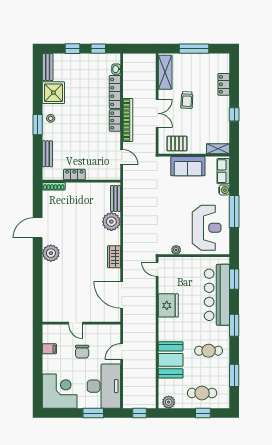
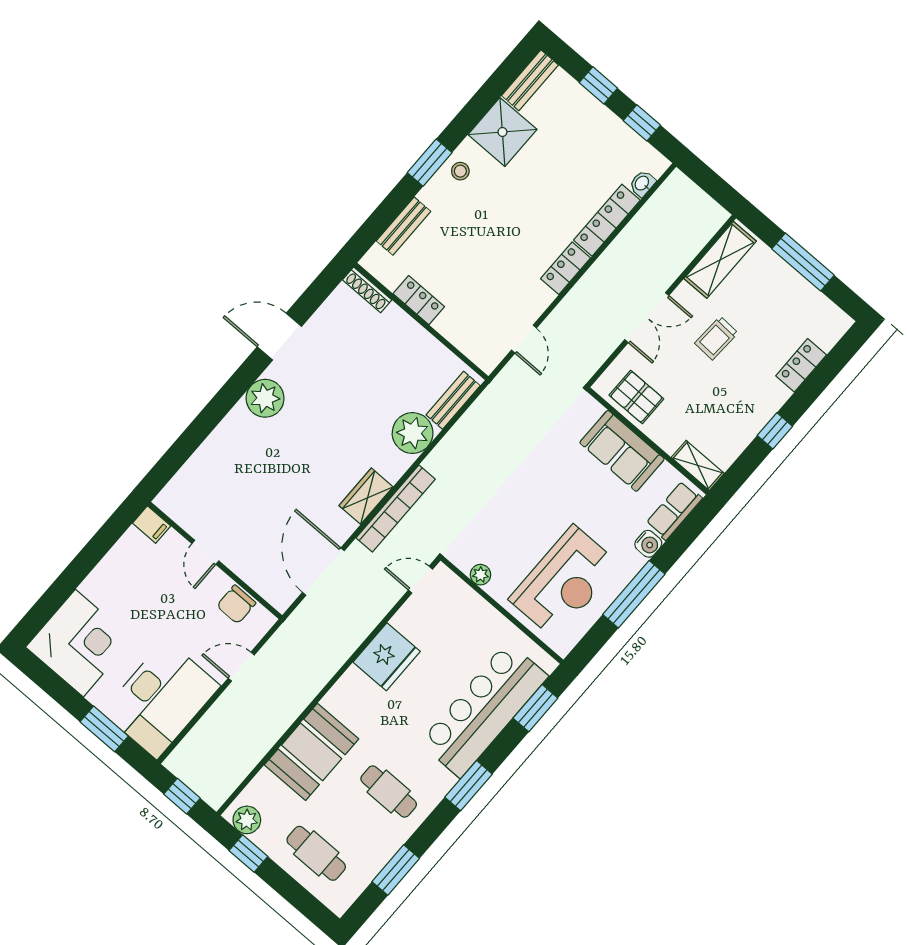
bookcase: (128, 120) -> (396, 509), moved
door: (157, 269) -> (421, 580), hinge flipped
filing cabinet: (49, 349) -> (152, 525), moved
chair: (82, 352) -> (236, 604), moved
window: (203, 413) -> (248, 853), moved

